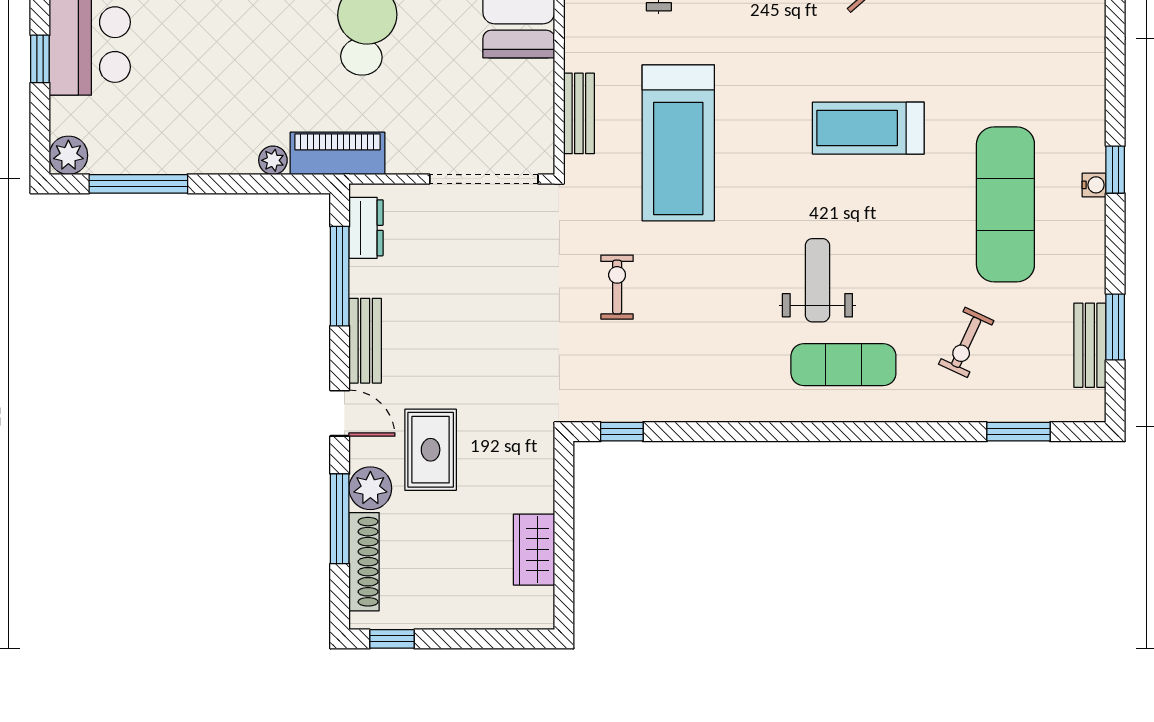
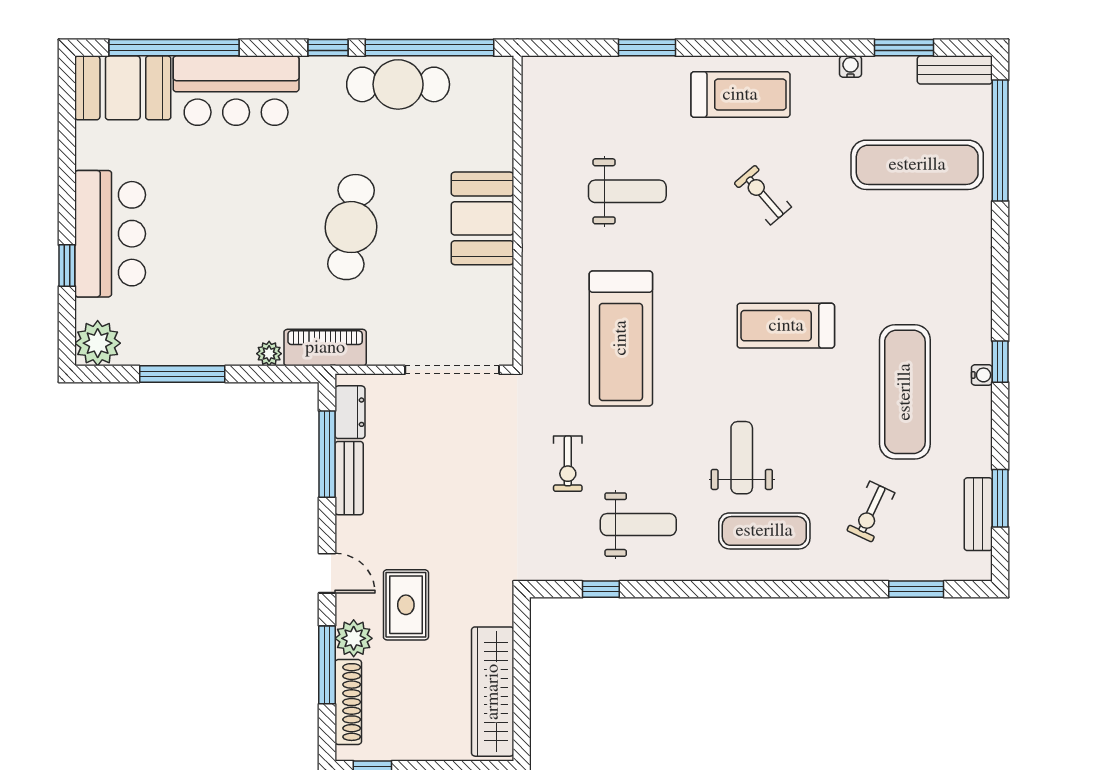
bench: (579, 113) -> (535, 313), removed
plant: (68, 155) -> (98, 343), width x1.36, depth x1.36
window: (138, 184) -> (182, 374), moved
exercise bike: (617, 287) -> (568, 464), turned 180
bench: (365, 341) -> (349, 478), moved
weight bench: (698, 357) -> (638, 525), added
window: (622, 432) -> (601, 589), moved
wardrobe: (534, 550) -> (493, 692), width x2.10, depth x1.17

